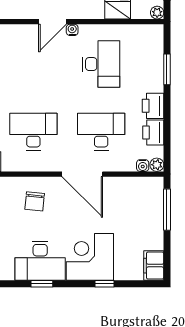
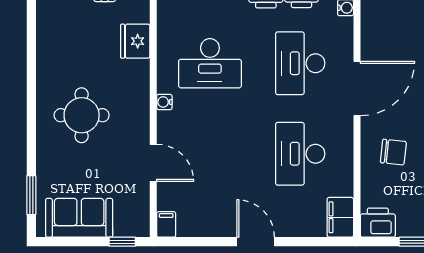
door: (52, 22) -> (153, 163), moved
desk: (101, 64) -> (210, 63), turned 180

